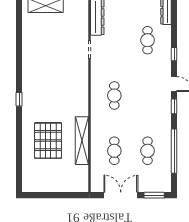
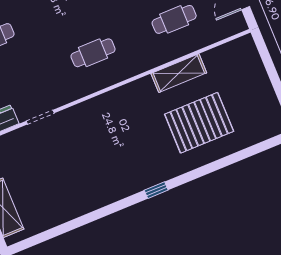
shelving: (82, 141) -> (179, 73), width x0.68

